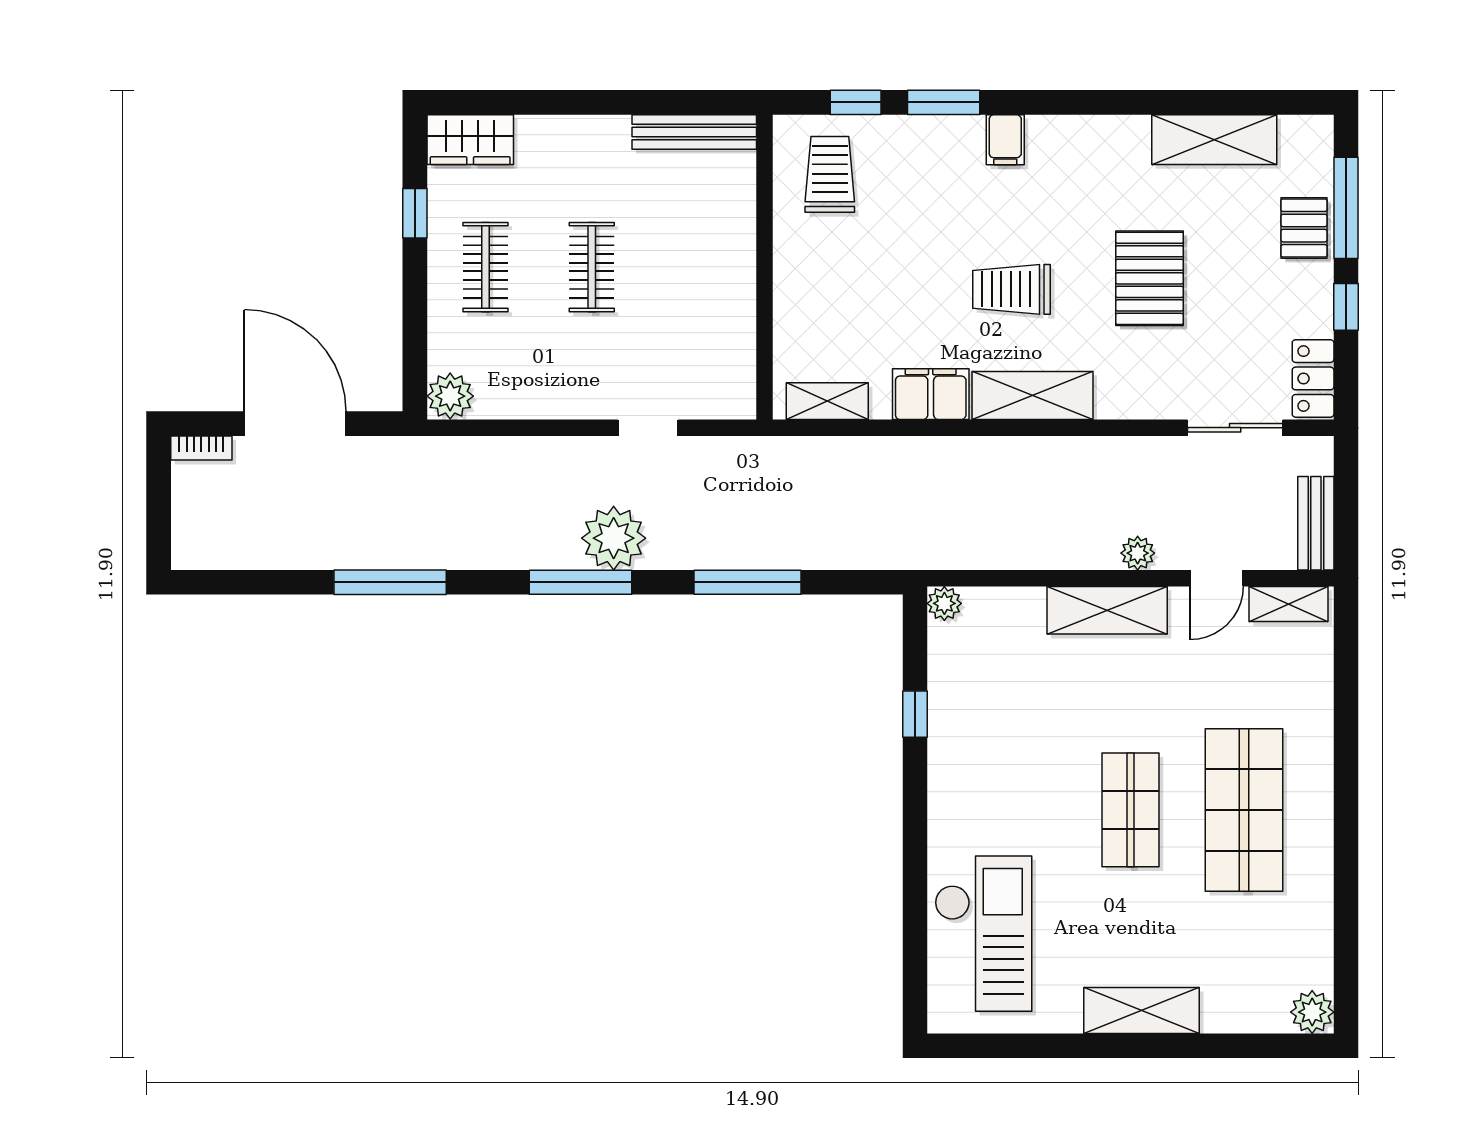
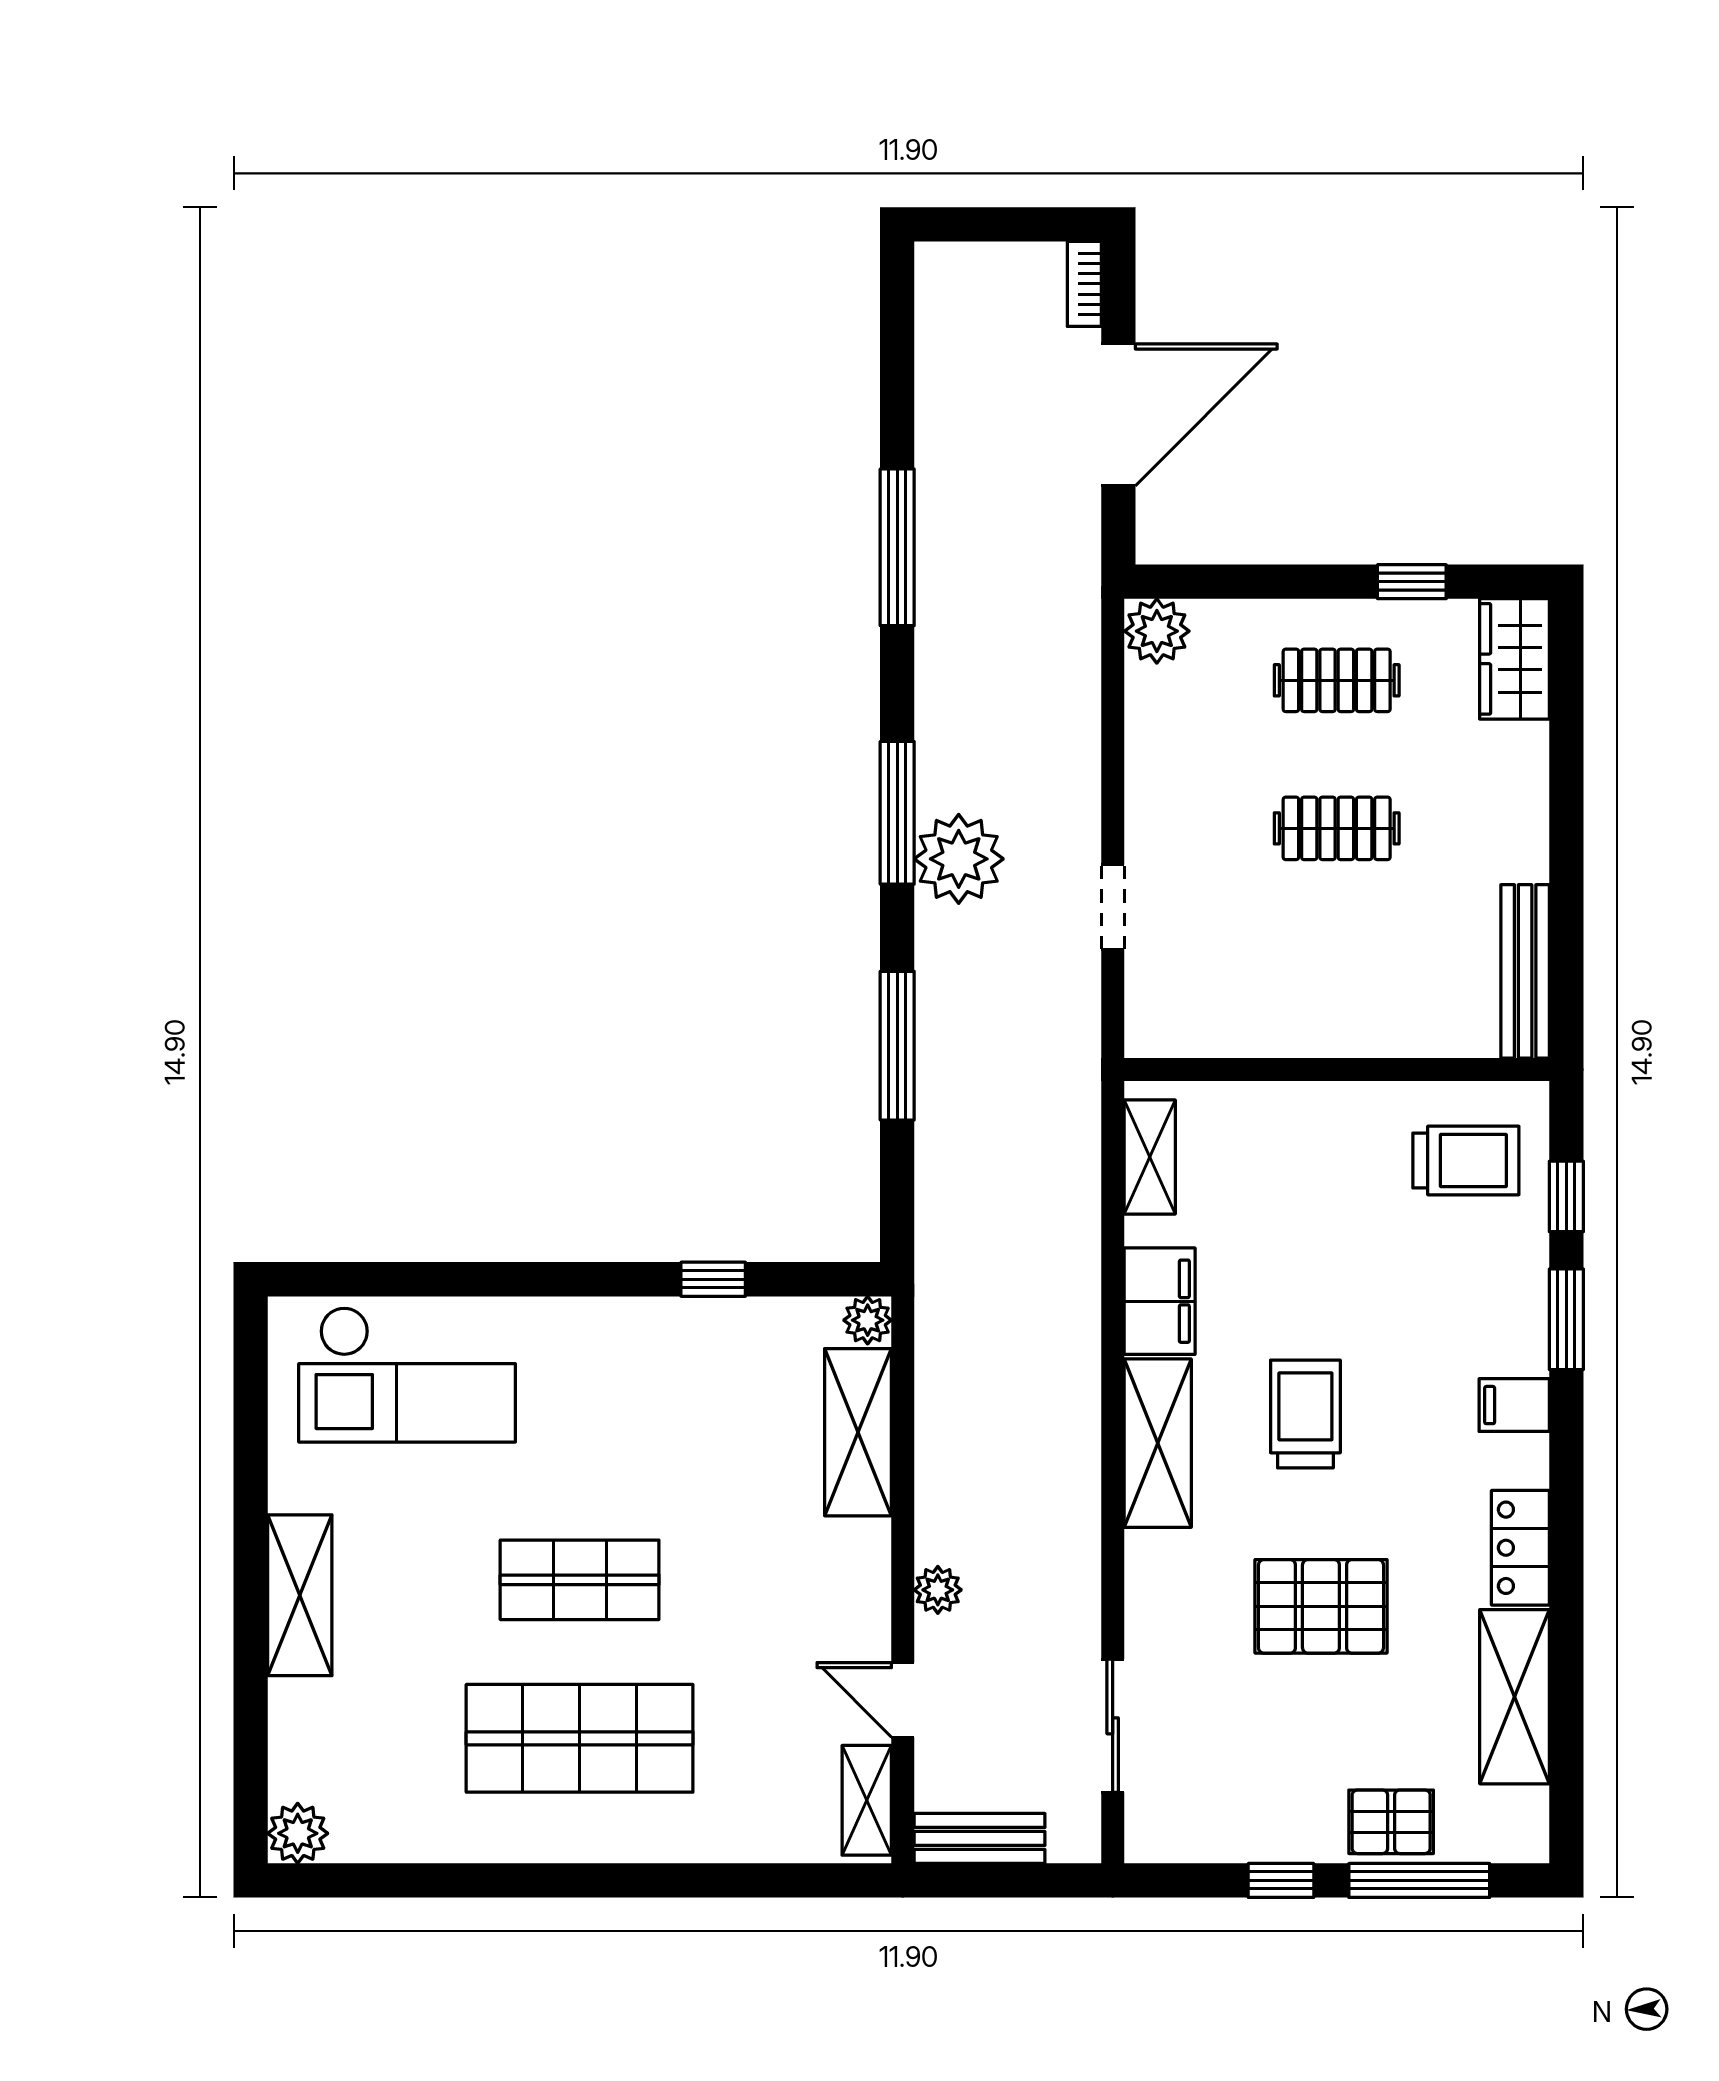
locker: (1313, 378) -> (1520, 1548), moved, turned -90
shelving: (1107, 610) -> (858, 1432), moved

